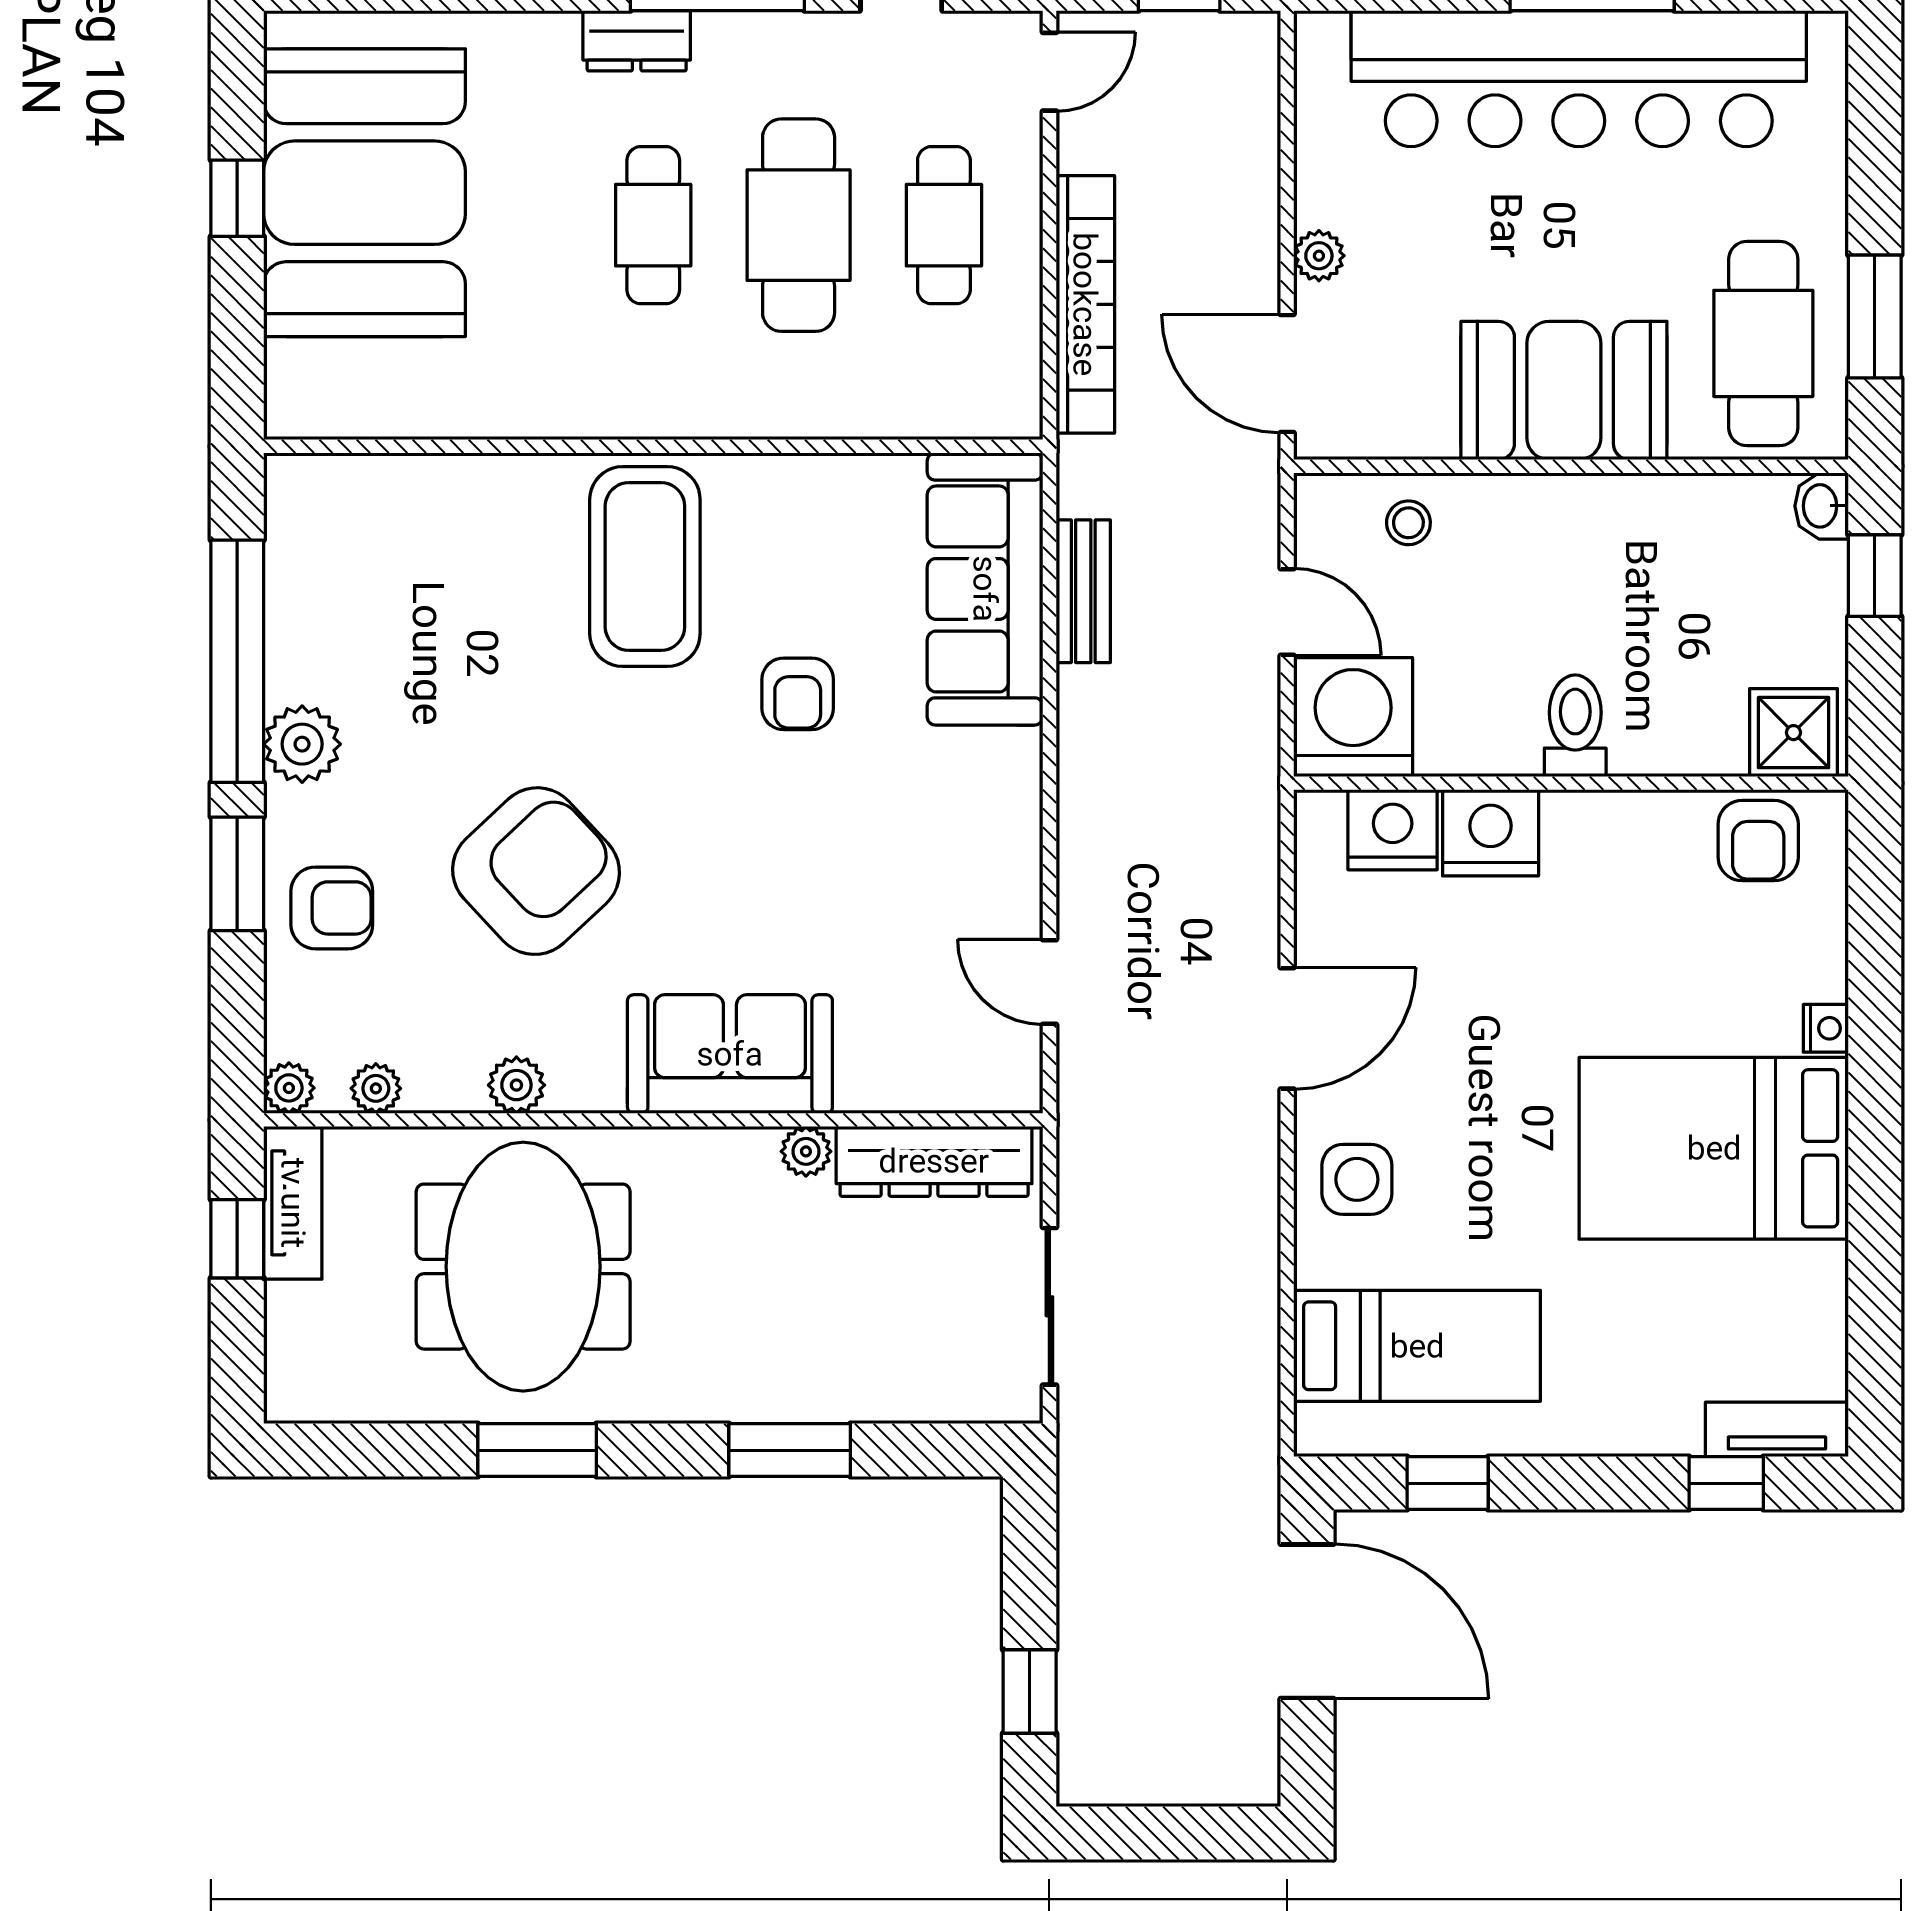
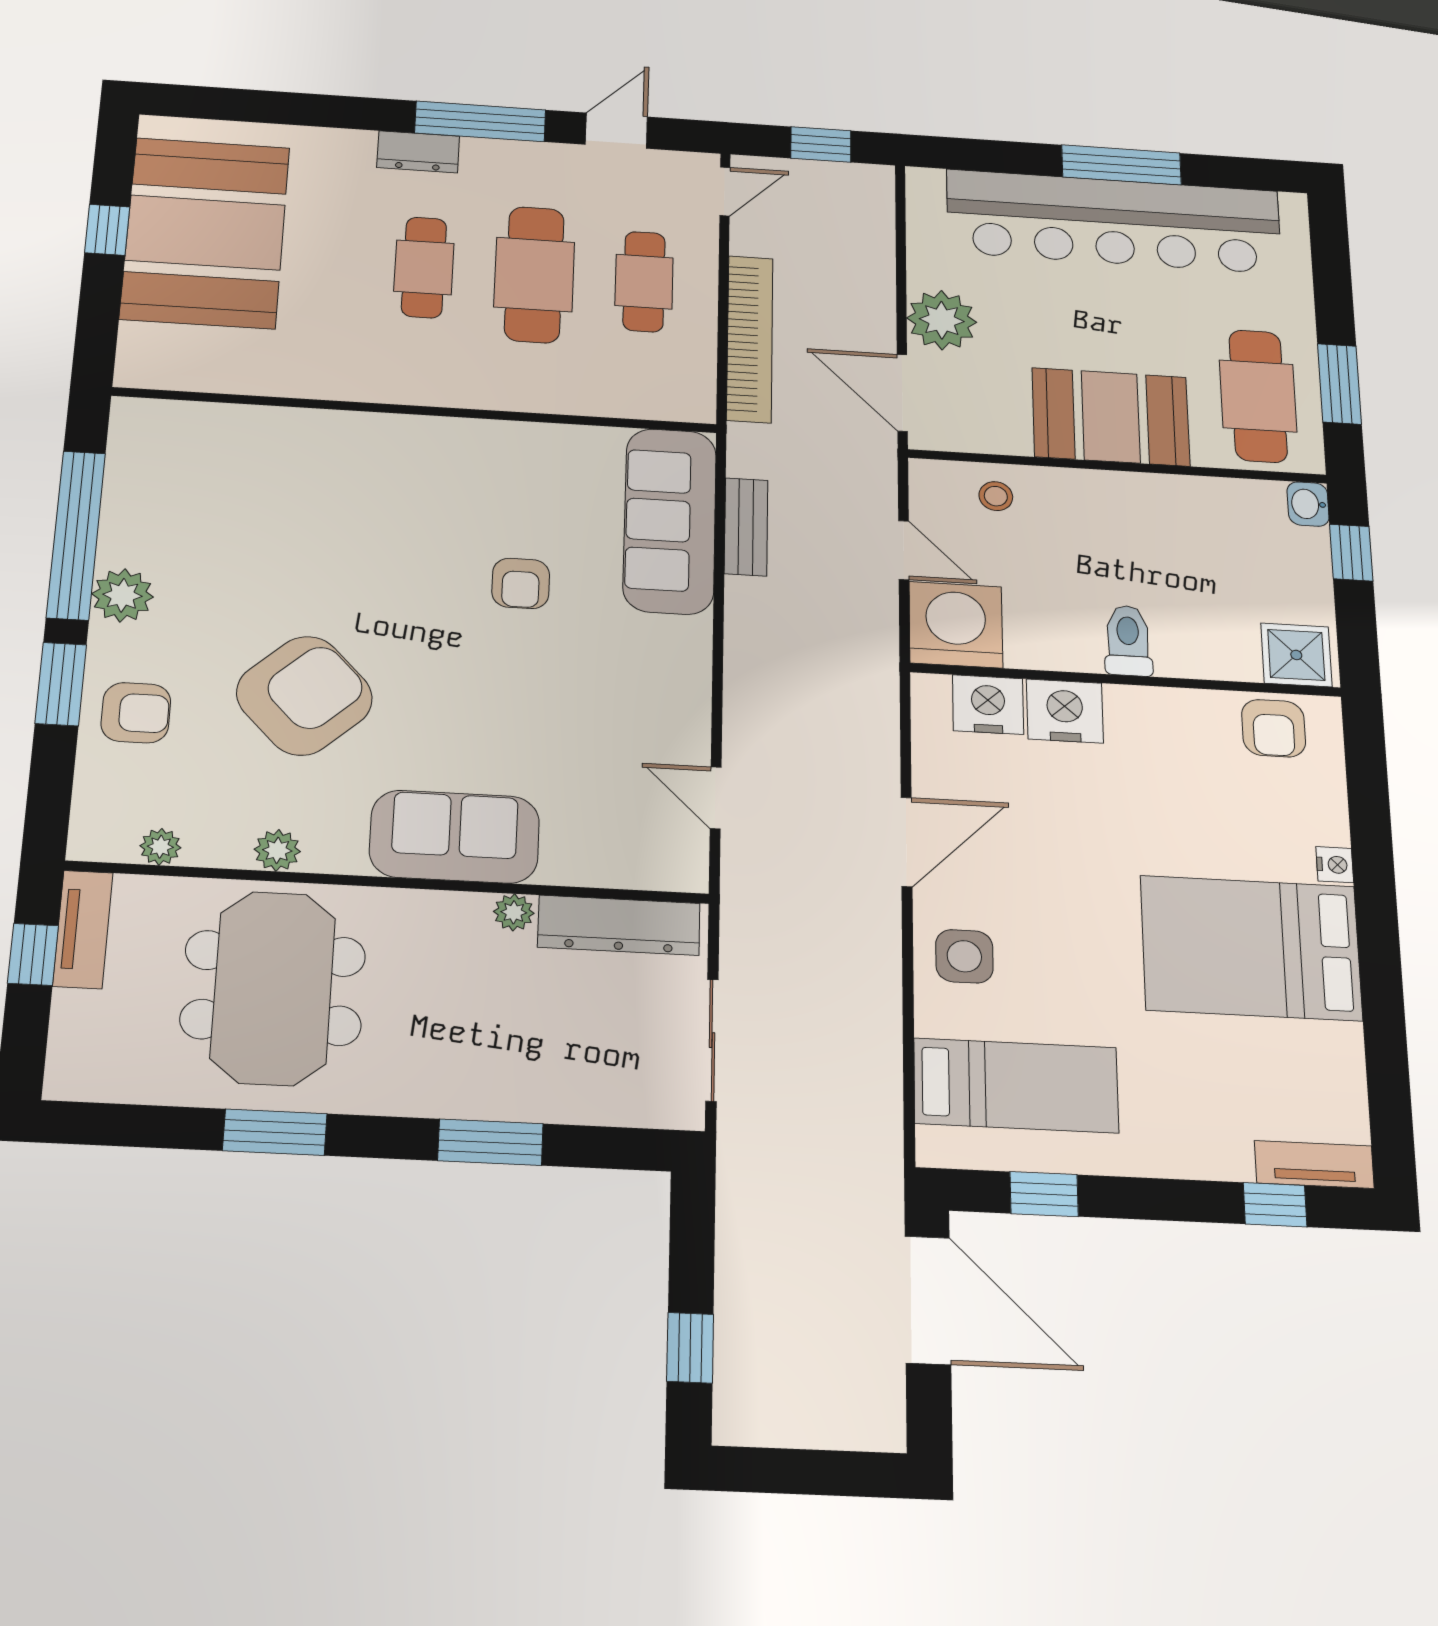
plant: (1319, 256) -> (942, 320), width x1.88, depth x1.88
coffee table: (645, 567) -> (405, 490), removed
plant: (289, 1088) -> (88, 843), removed

